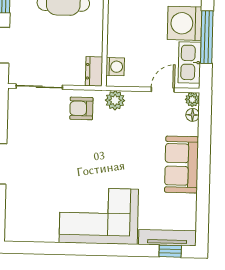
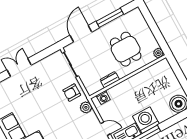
dresser: (94, 71) -> (110, 80), moved
armchair: (81, 108) -> (72, 93), turned -90

